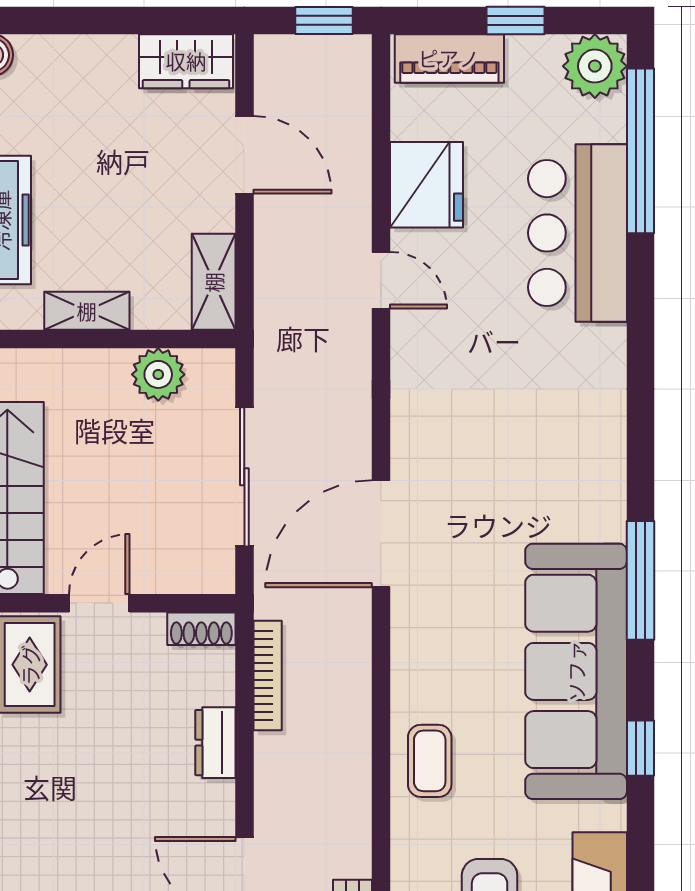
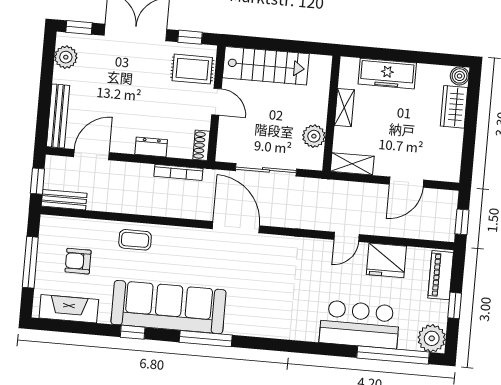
wardrobe: (186, 61) -> (454, 107), moved

